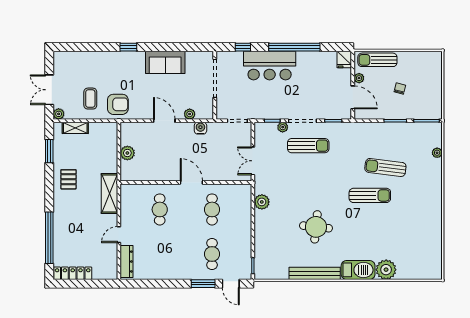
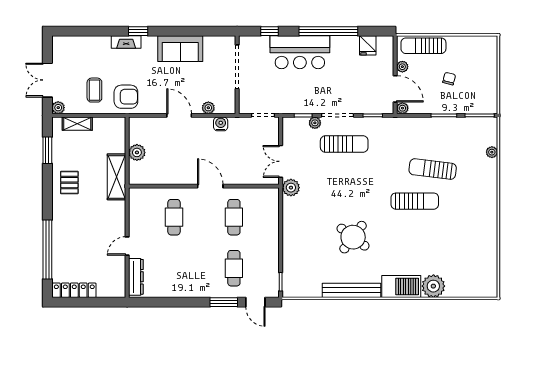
fireplace: (118, 57) -> (126, 42), added
fridge: (344, 60) -> (368, 45), moved
plant: (359, 114) -> (402, 108), added
shelving: (110, 193) -> (116, 177), moved
plant: (262, 202) -> (291, 188), moved
round table: (316, 227) -> (353, 237), turned 31

